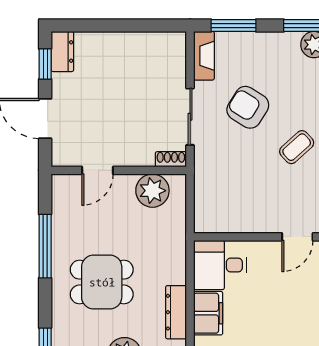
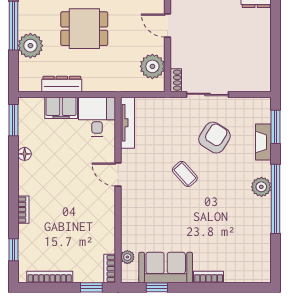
fireplace: (204, 56) -> (263, 142), moved, turned 90
tv unit: (228, 224) -> (128, 123), added
dining table: (102, 282) -> (84, 29), turned 90

